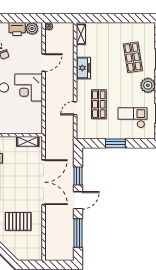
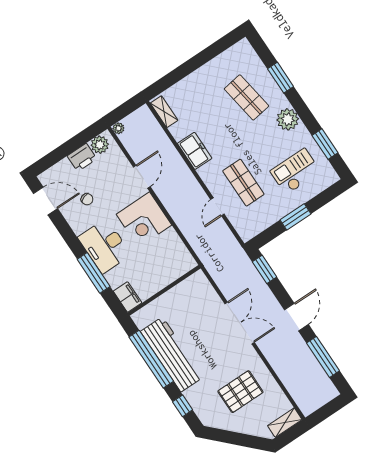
shelving: (28, 141) -> (285, 423), moved
window: (78, 176) -> (264, 269), moved
double door: (44, 182) -> (240, 323), width x0.73

